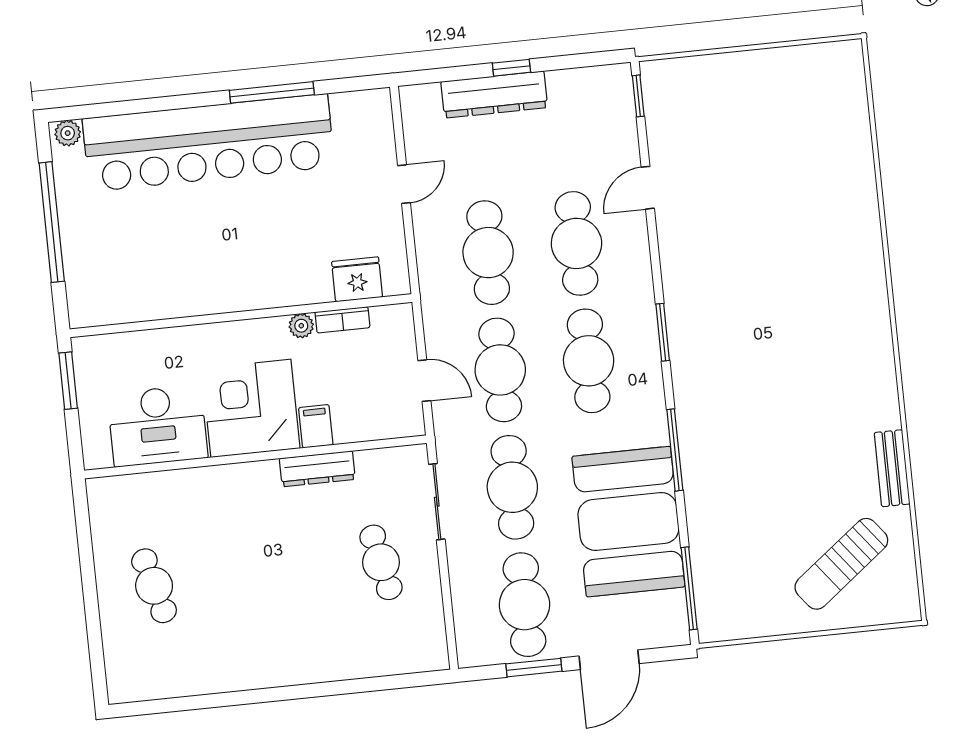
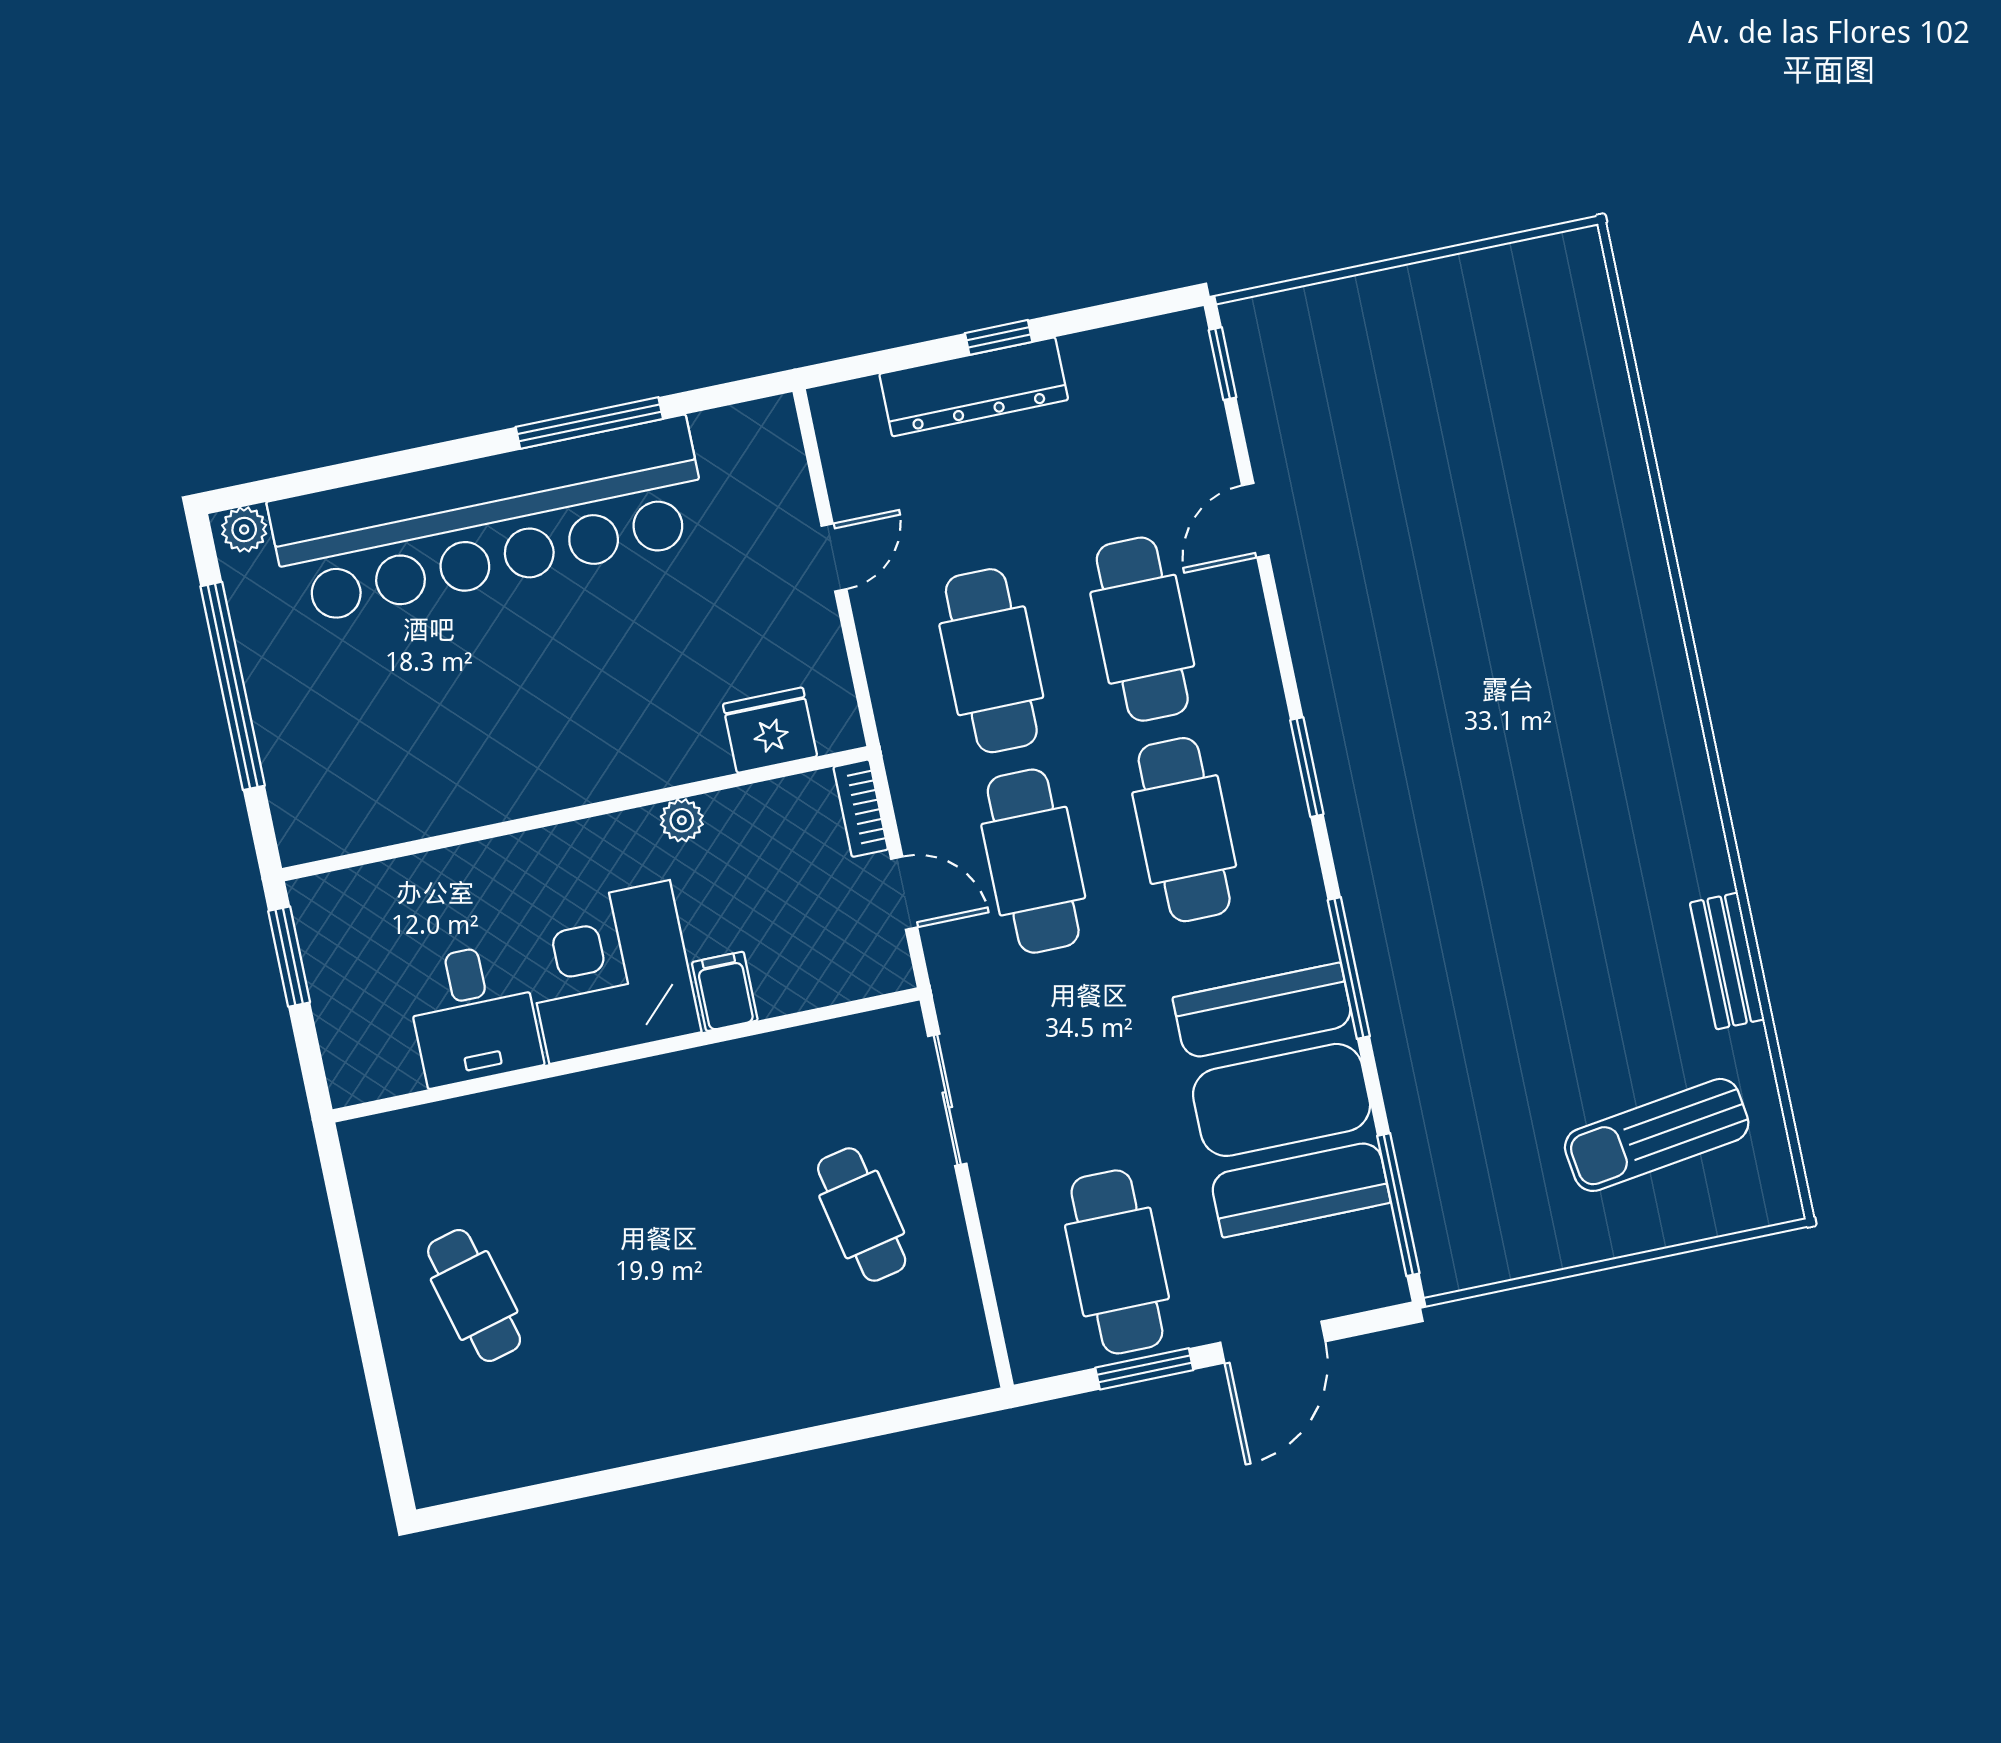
bookcase: (342, 320) -> (861, 808), moved, turned 90
desk: (158, 426) -> (473, 1014), width x0.73
dresser: (317, 469) -> (735, 1065), removed
cafe table: (512, 487) -> (1075, 1062), removed
sun lounger: (841, 564) -> (1657, 1135), turned 30

